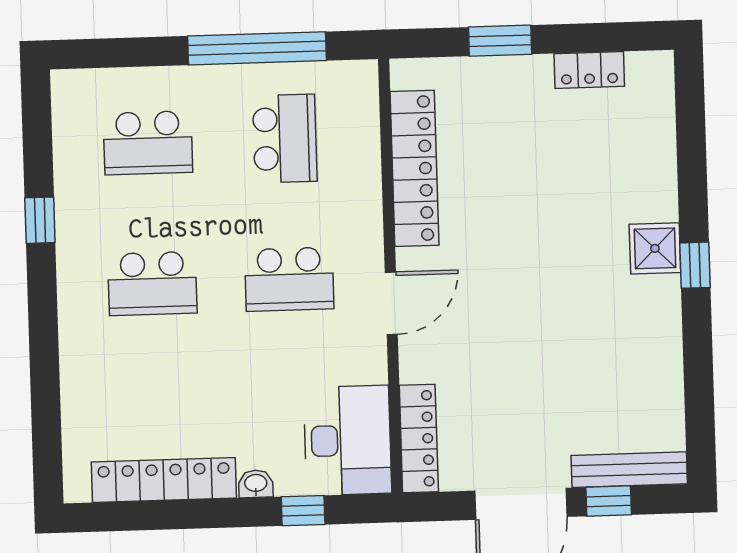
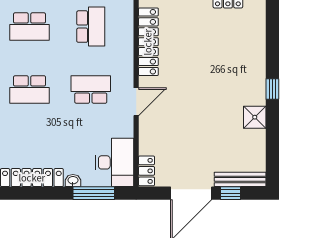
shower: (655, 248) -> (255, 117), moved
school desk: (289, 279) -> (91, 90), turned 180
locker: (419, 438) -> (147, 171), width x0.66
window: (303, 511) -> (94, 193), width x2.17

